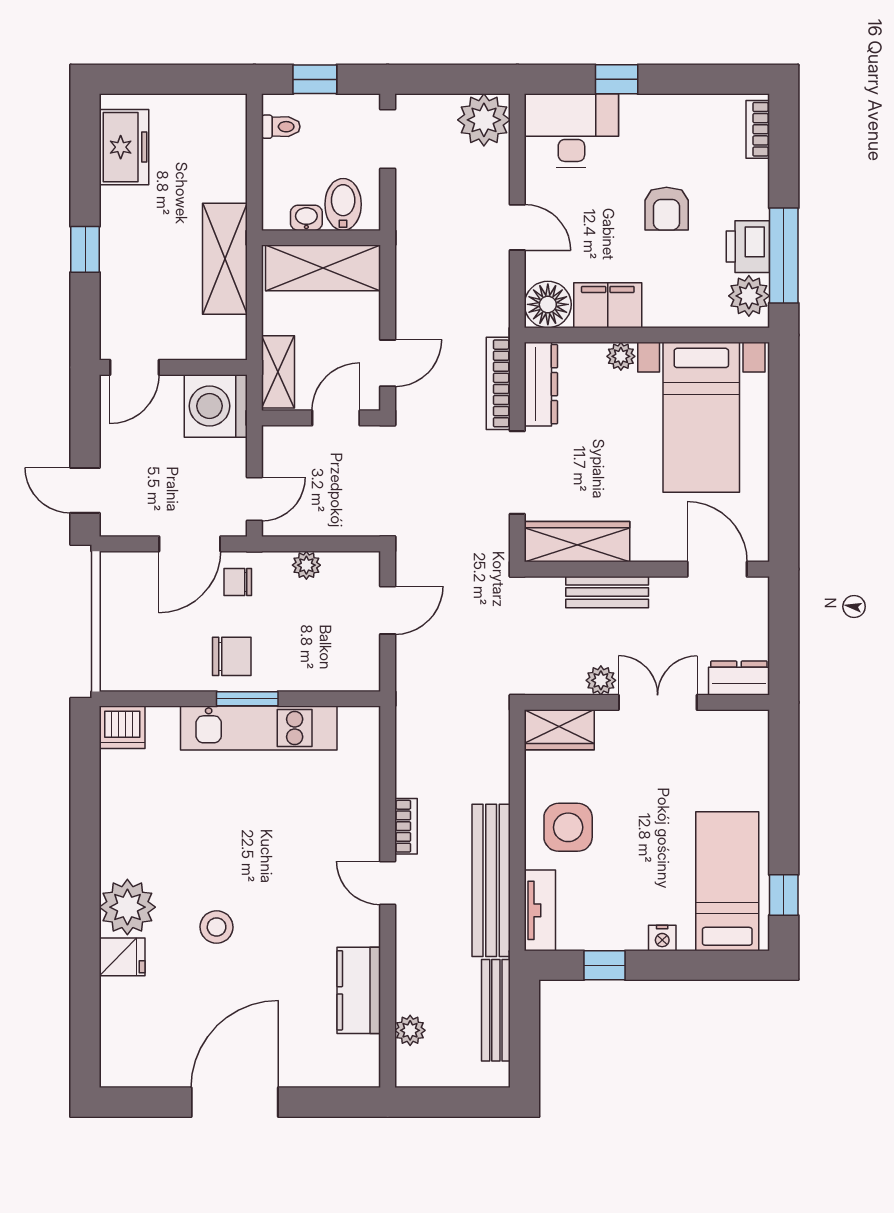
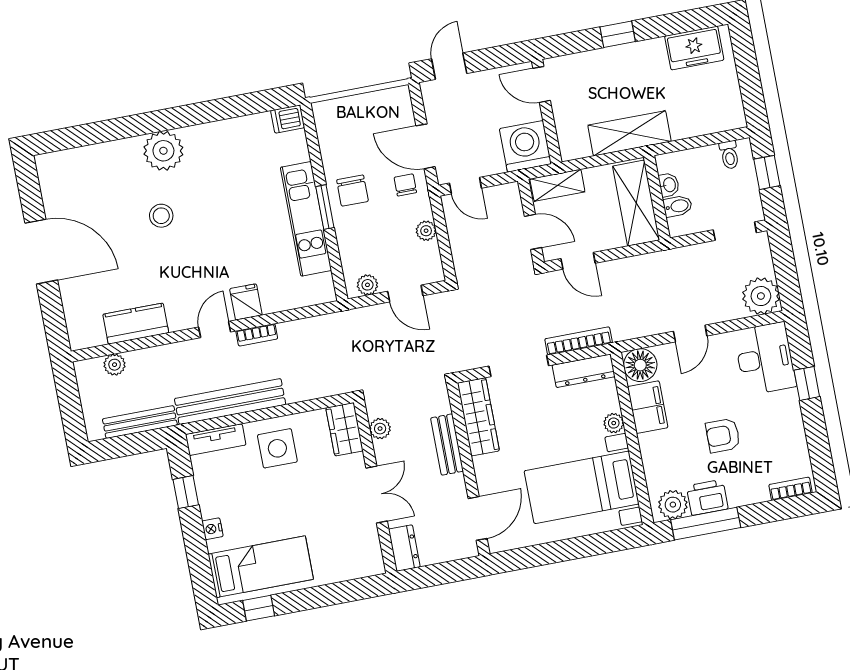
bidet: (343, 204) -> (678, 206), width x0.72, depth x0.74
plant: (366, 660) -> (367, 285), added
plant: (601, 680) -> (380, 429), moved
dishwasher: (122, 727) -> (288, 119), width x0.73
fridge: (122, 957) -> (246, 302), moved, turned 180

